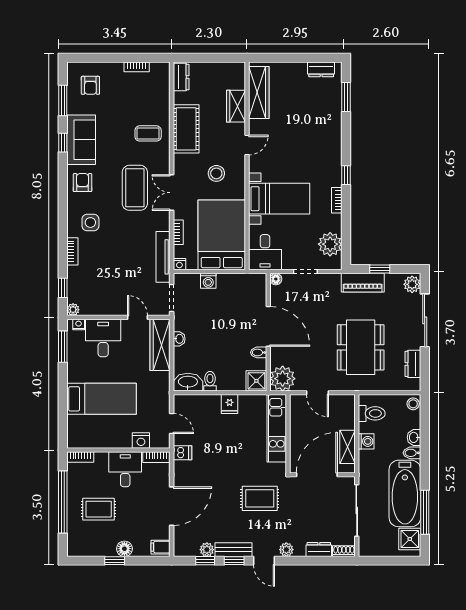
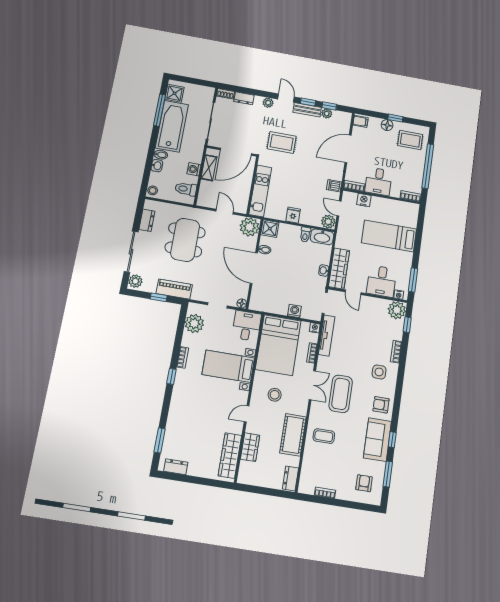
armchair: (83, 183) -> (381, 405), turned 90
plant: (73, 310) -> (397, 310), width x1.87, depth x1.87
plant: (183, 404) -> (328, 222), added
rug: (99, 509) -> (410, 140), moved

